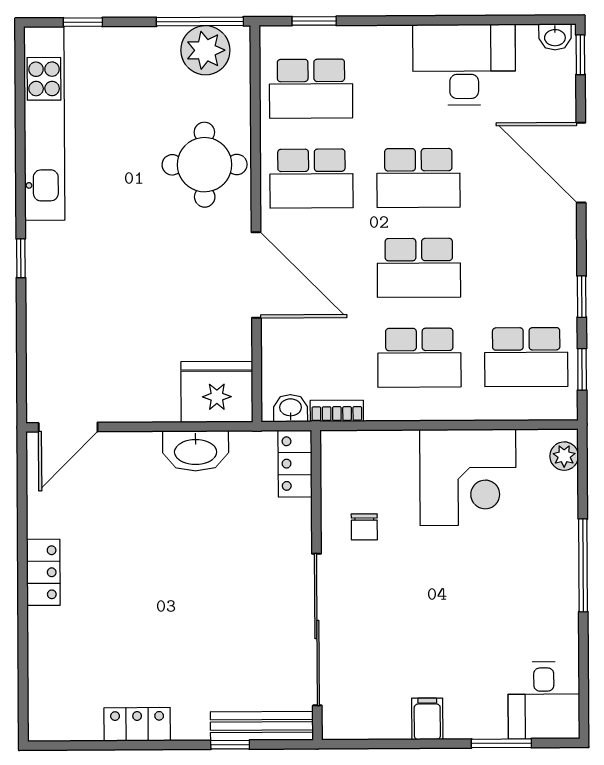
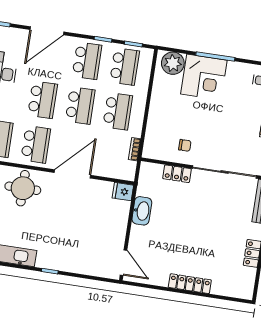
school desk: (526, 267) -> (87, 61), added
fridge: (217, 392) -> (123, 192), width x0.53, depth x0.75
washbasin: (291, 408) -> (130, 168), removed
plant: (564, 456) -> (173, 63), width x1.88, depth x1.88
locker: (295, 464) -> (177, 174), moved
corner desk: (468, 477) -> (204, 77), moved, turned 90
locker: (43, 572) -> (190, 284), width x1.53

